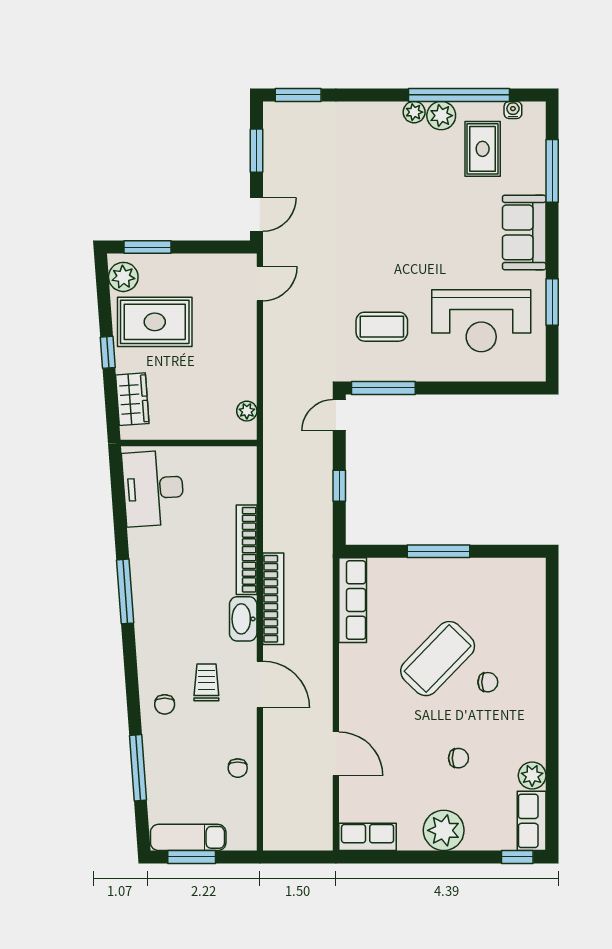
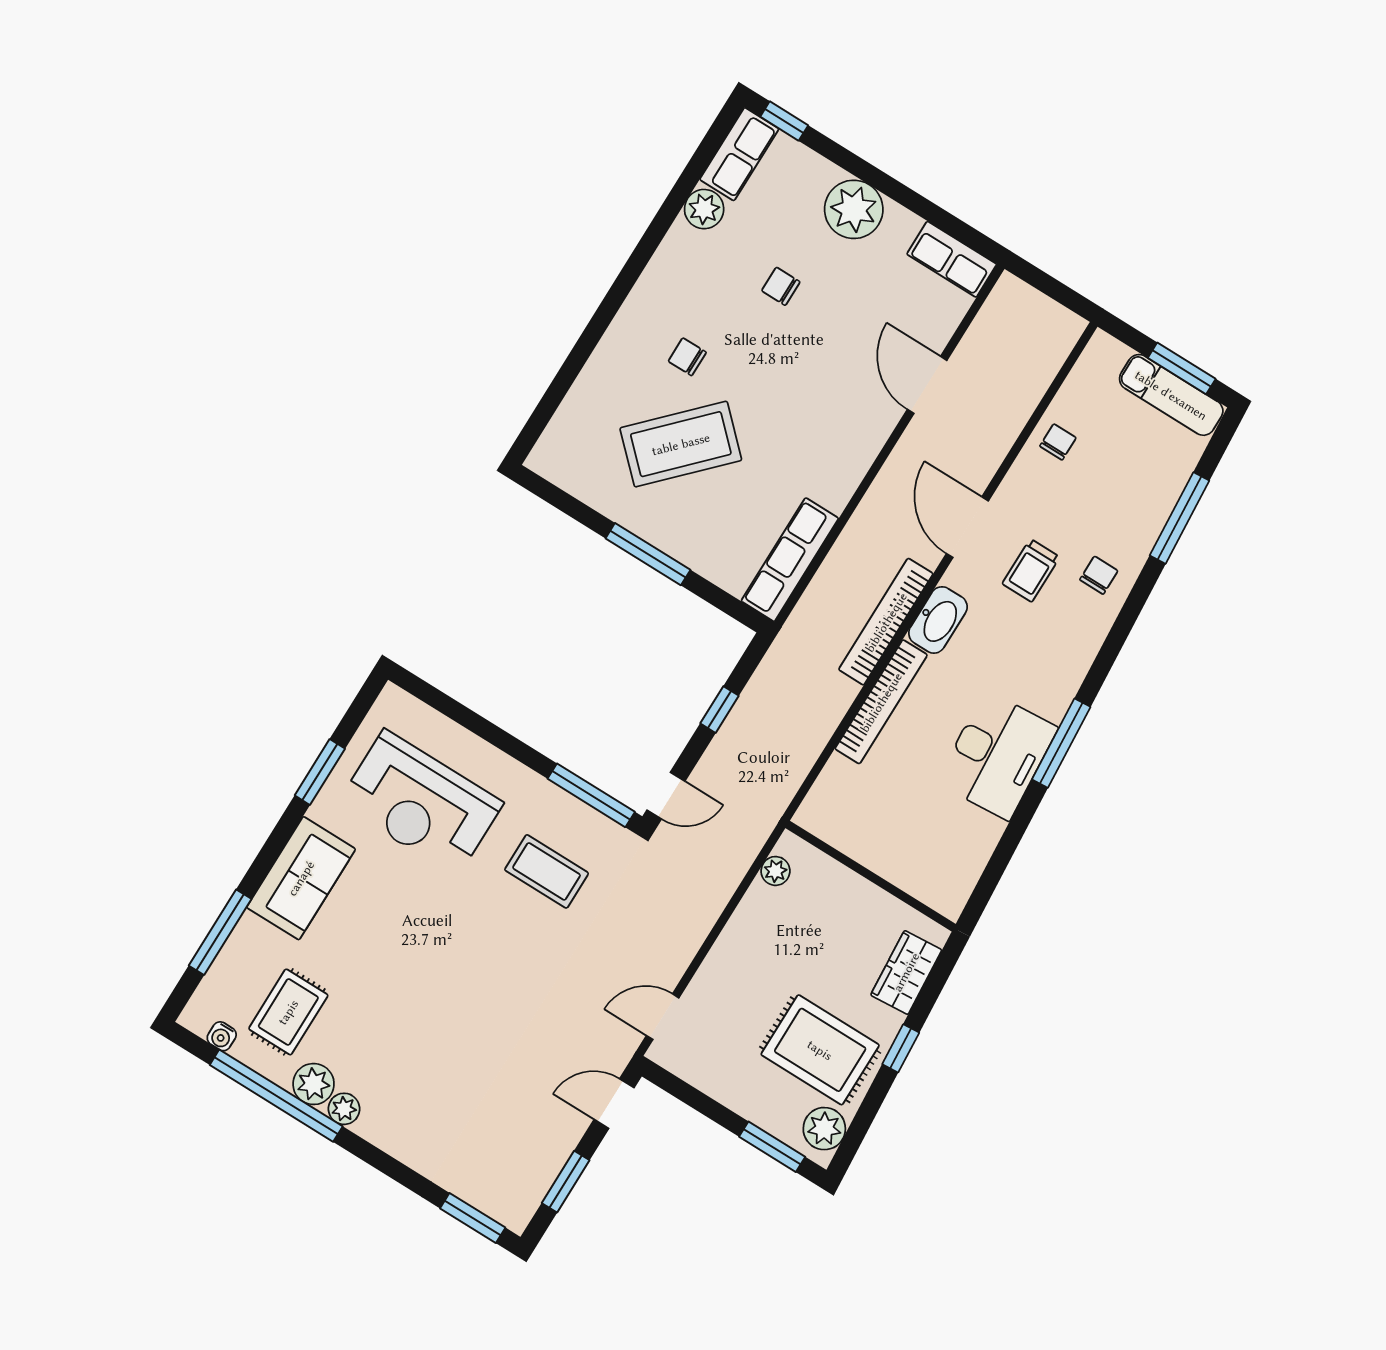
reception desk: (481, 321) -> (421, 803), turned 180
desk: (153, 488) -> (997, 755), moved
coffee table: (438, 659) -> (681, 444), moved

